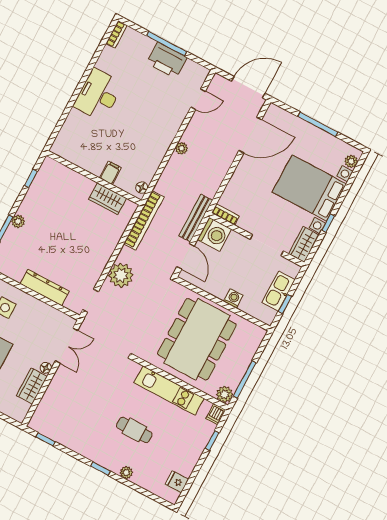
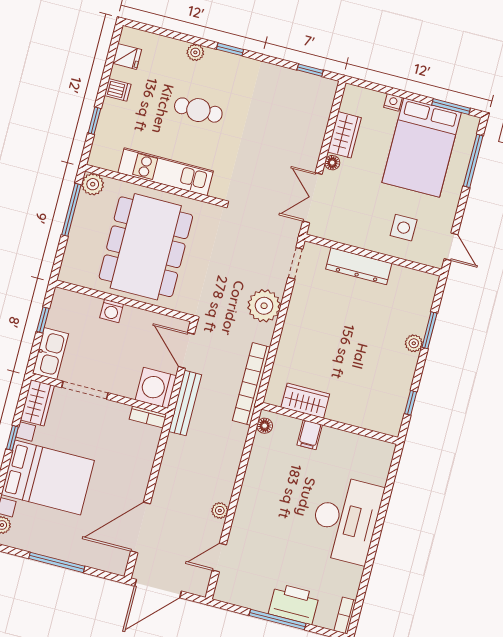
printer: (167, 60) -> (294, 604), moved
desk: (98, 95) -> (346, 520), width x1.36, depth x1.30
plant: (182, 148) -> (220, 511), moved
kitchen sink: (279, 291) -> (50, 353), moved
dishwasher: (216, 414) -> (118, 90), moved, turned 90

